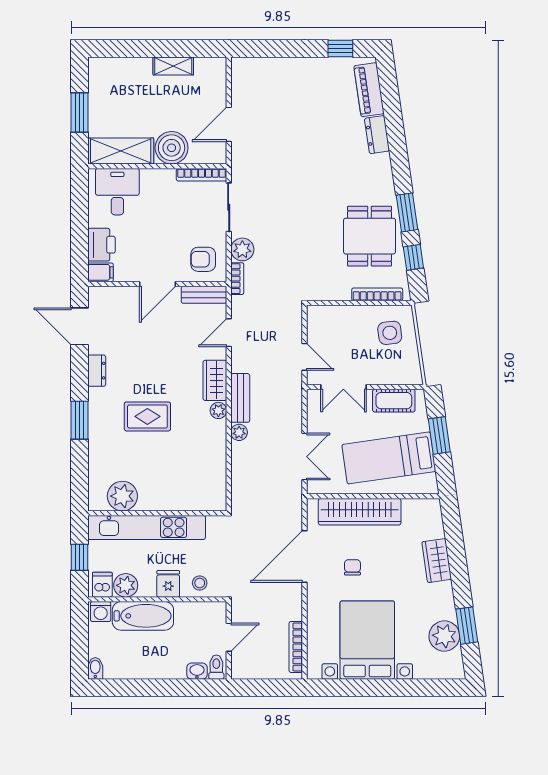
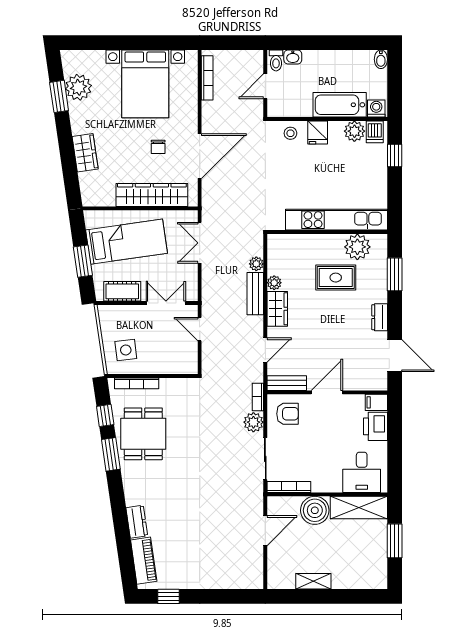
plant: (122, 496) -> (357, 247), moved
wall: (157, 513) -> (327, 232), moved
kitchen unit: (147, 527) -> (336, 220), moved

